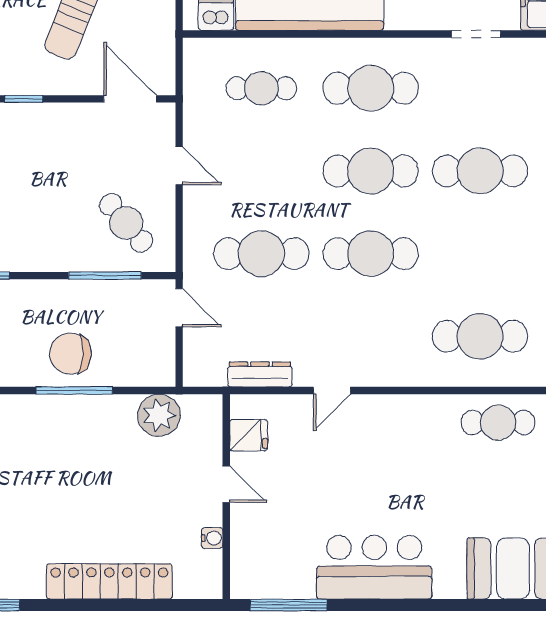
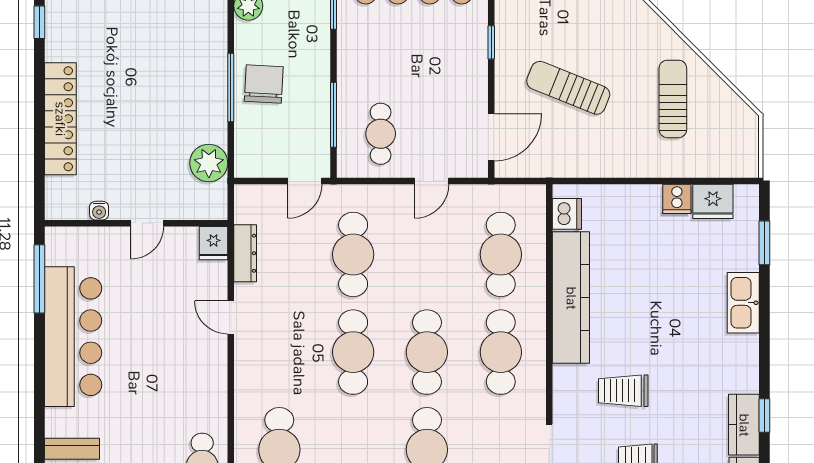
cafe table: (261, 88) -> (501, 254), width x1.37, depth x1.35
cafe table: (126, 223) -> (381, 134), turned -50
fridge: (249, 435) -> (214, 243), moved
bar counter: (374, 567) -> (73, 337), width x1.36

